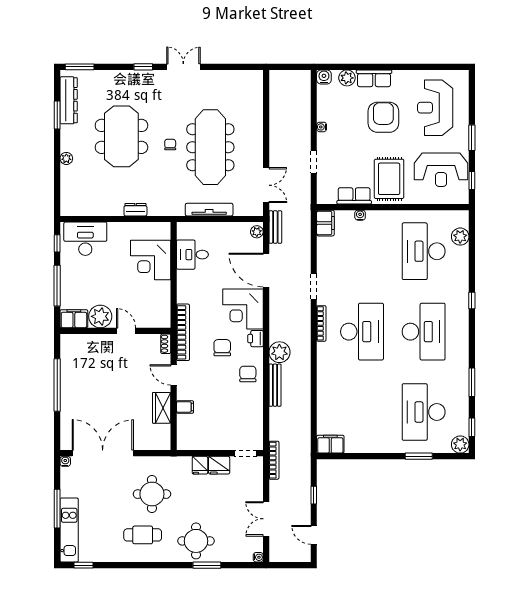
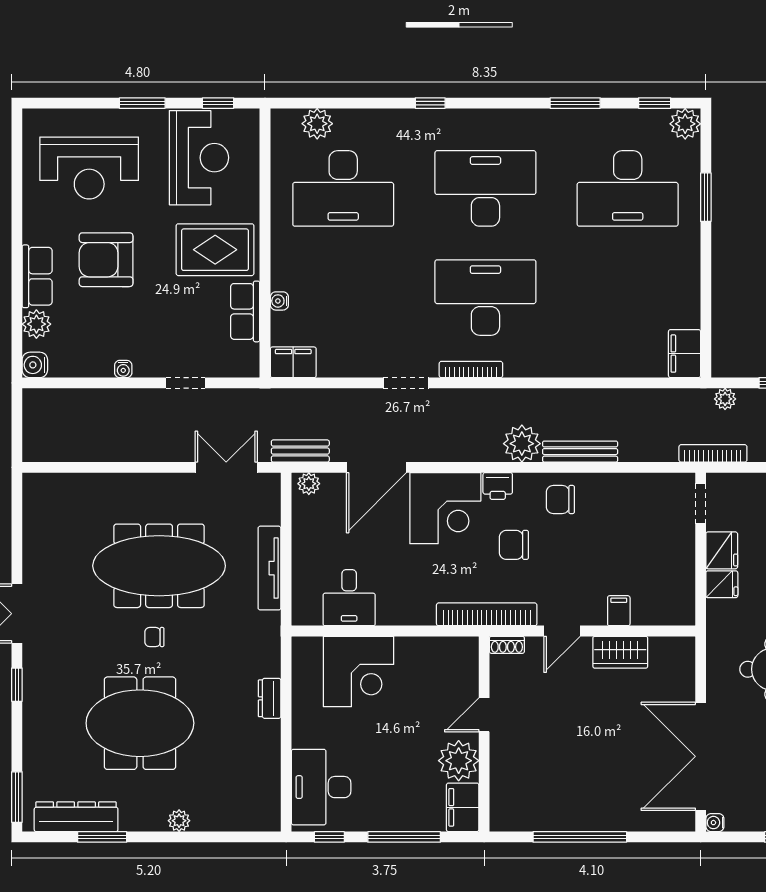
plant: (305, 467) -> (725, 399), added

